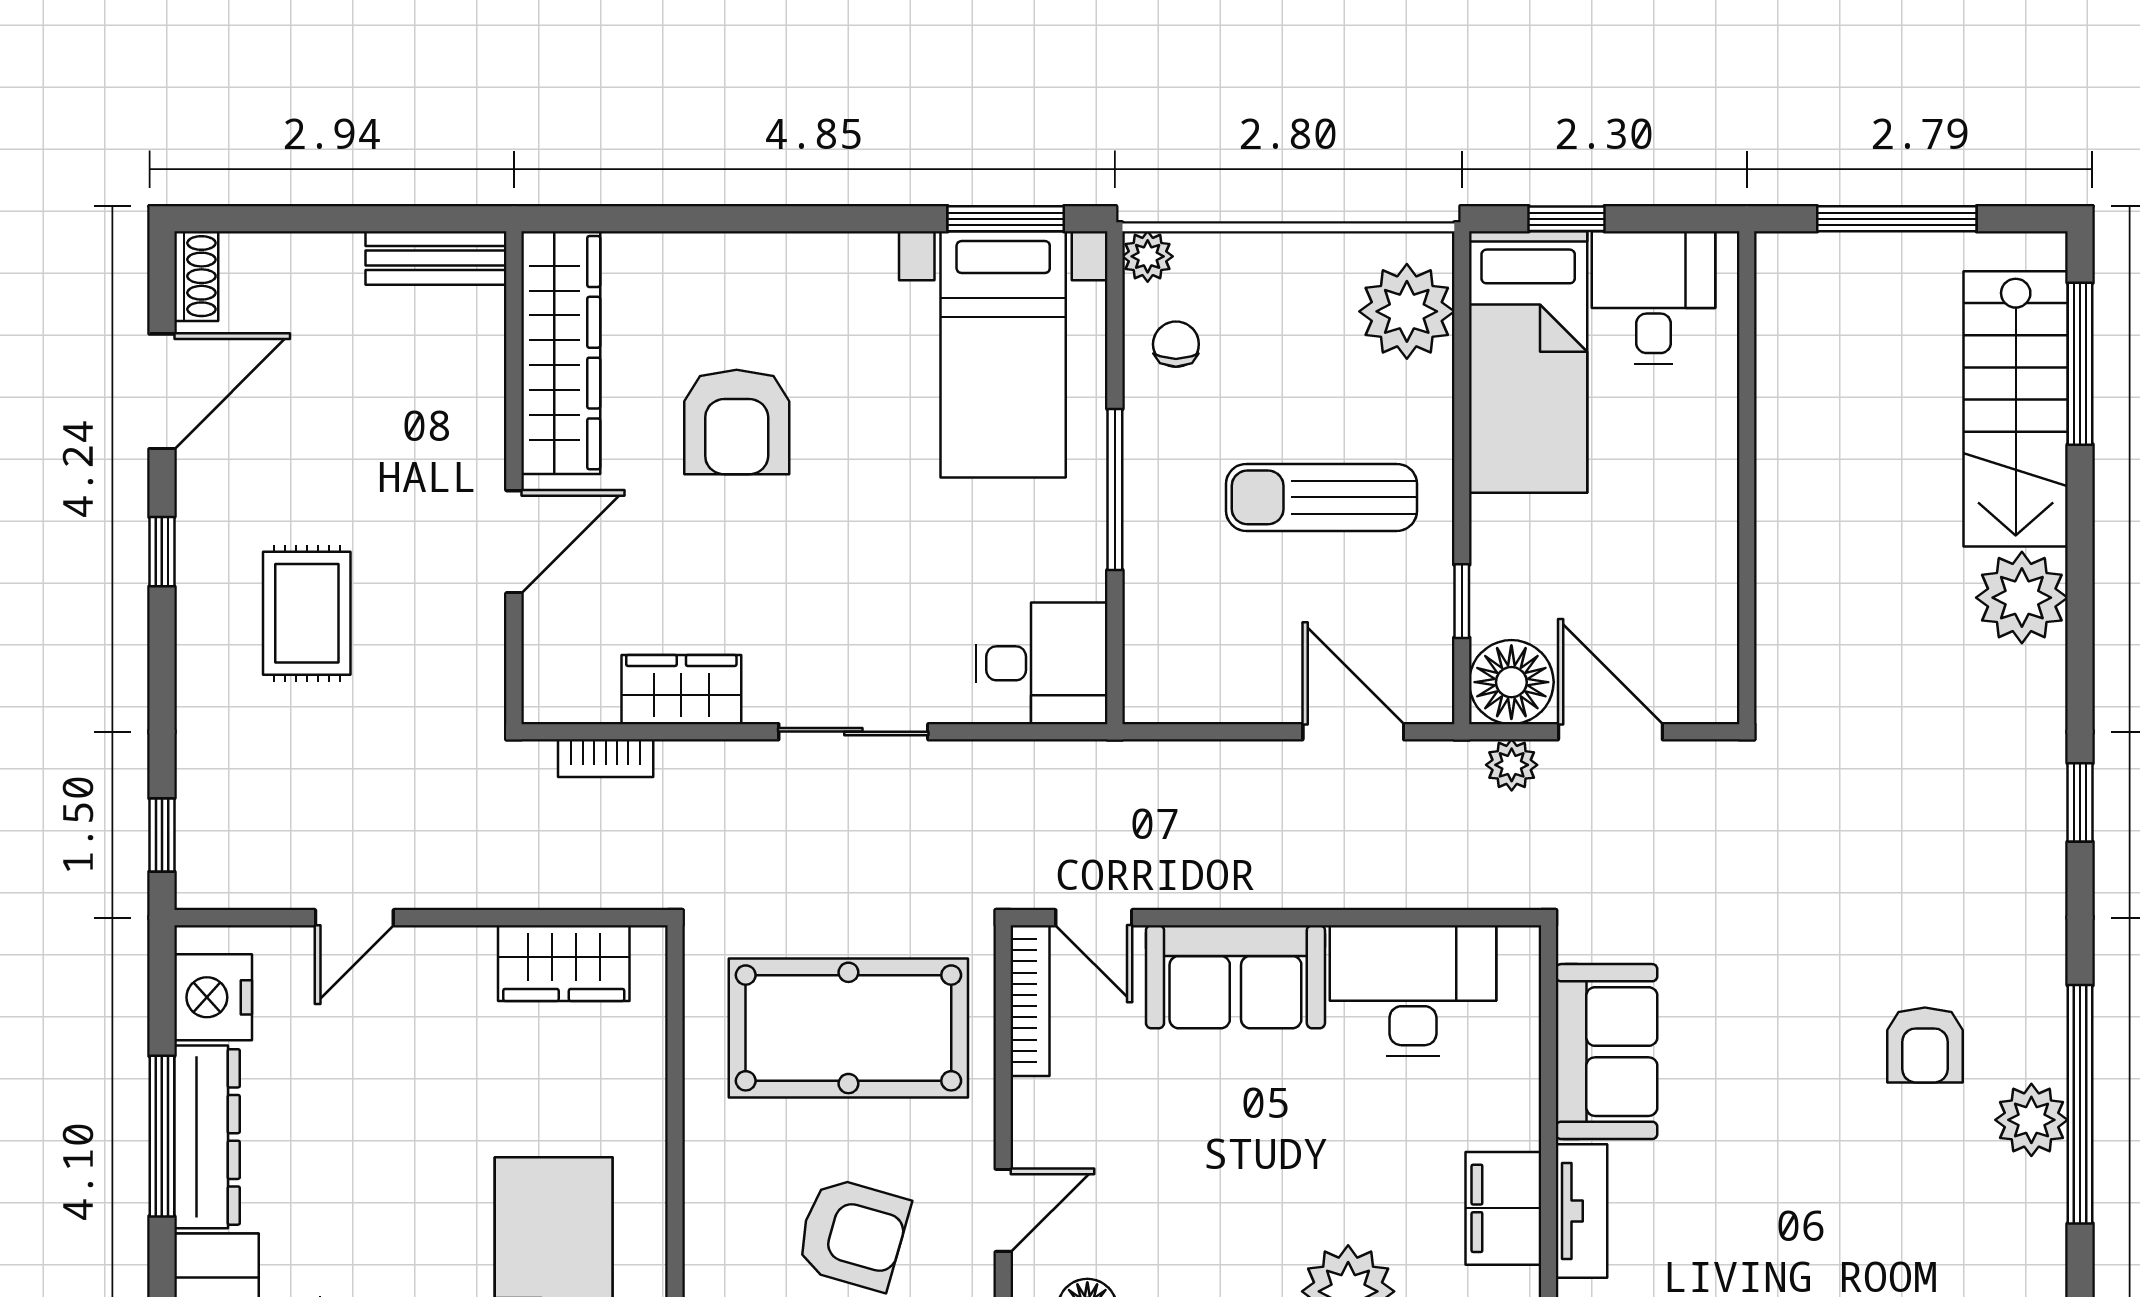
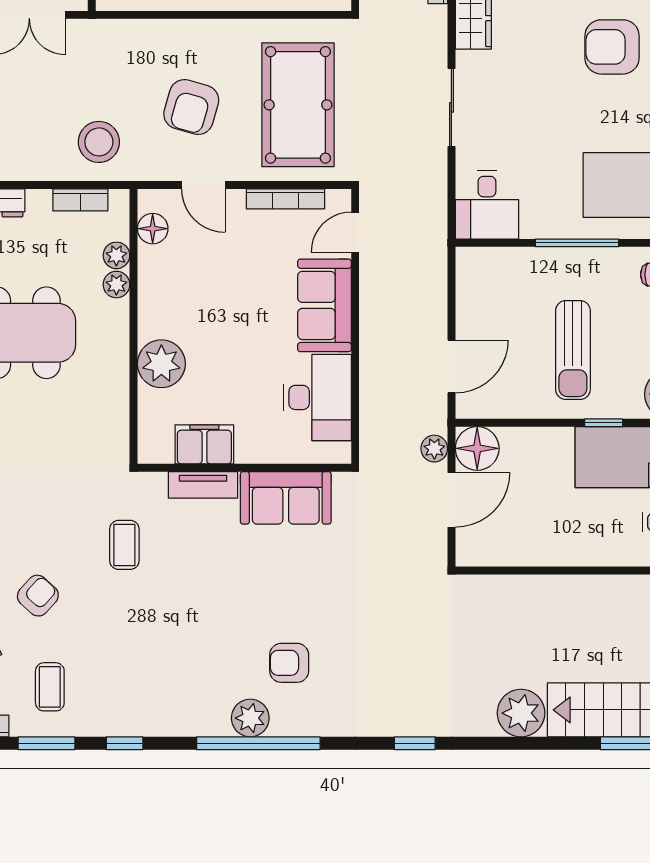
sun lounger: (1322, 497) -> (573, 350), turned 180
window: (1462, 601) -> (604, 423), moved
bookcase: (1030, 1001) -> (285, 199), moved

